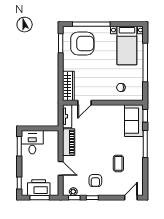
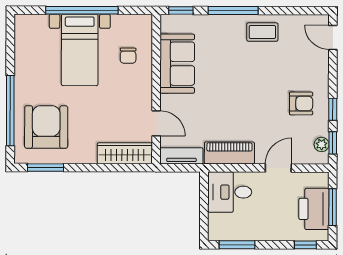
bed with nightstands: (127, 45) -> (80, 50), moved, turned 90
sofa: (134, 121) -> (177, 64), moved, turned -90
desk: (32, 142) -> (230, 192), moved
coffee table: (118, 163) -> (262, 32), moved

